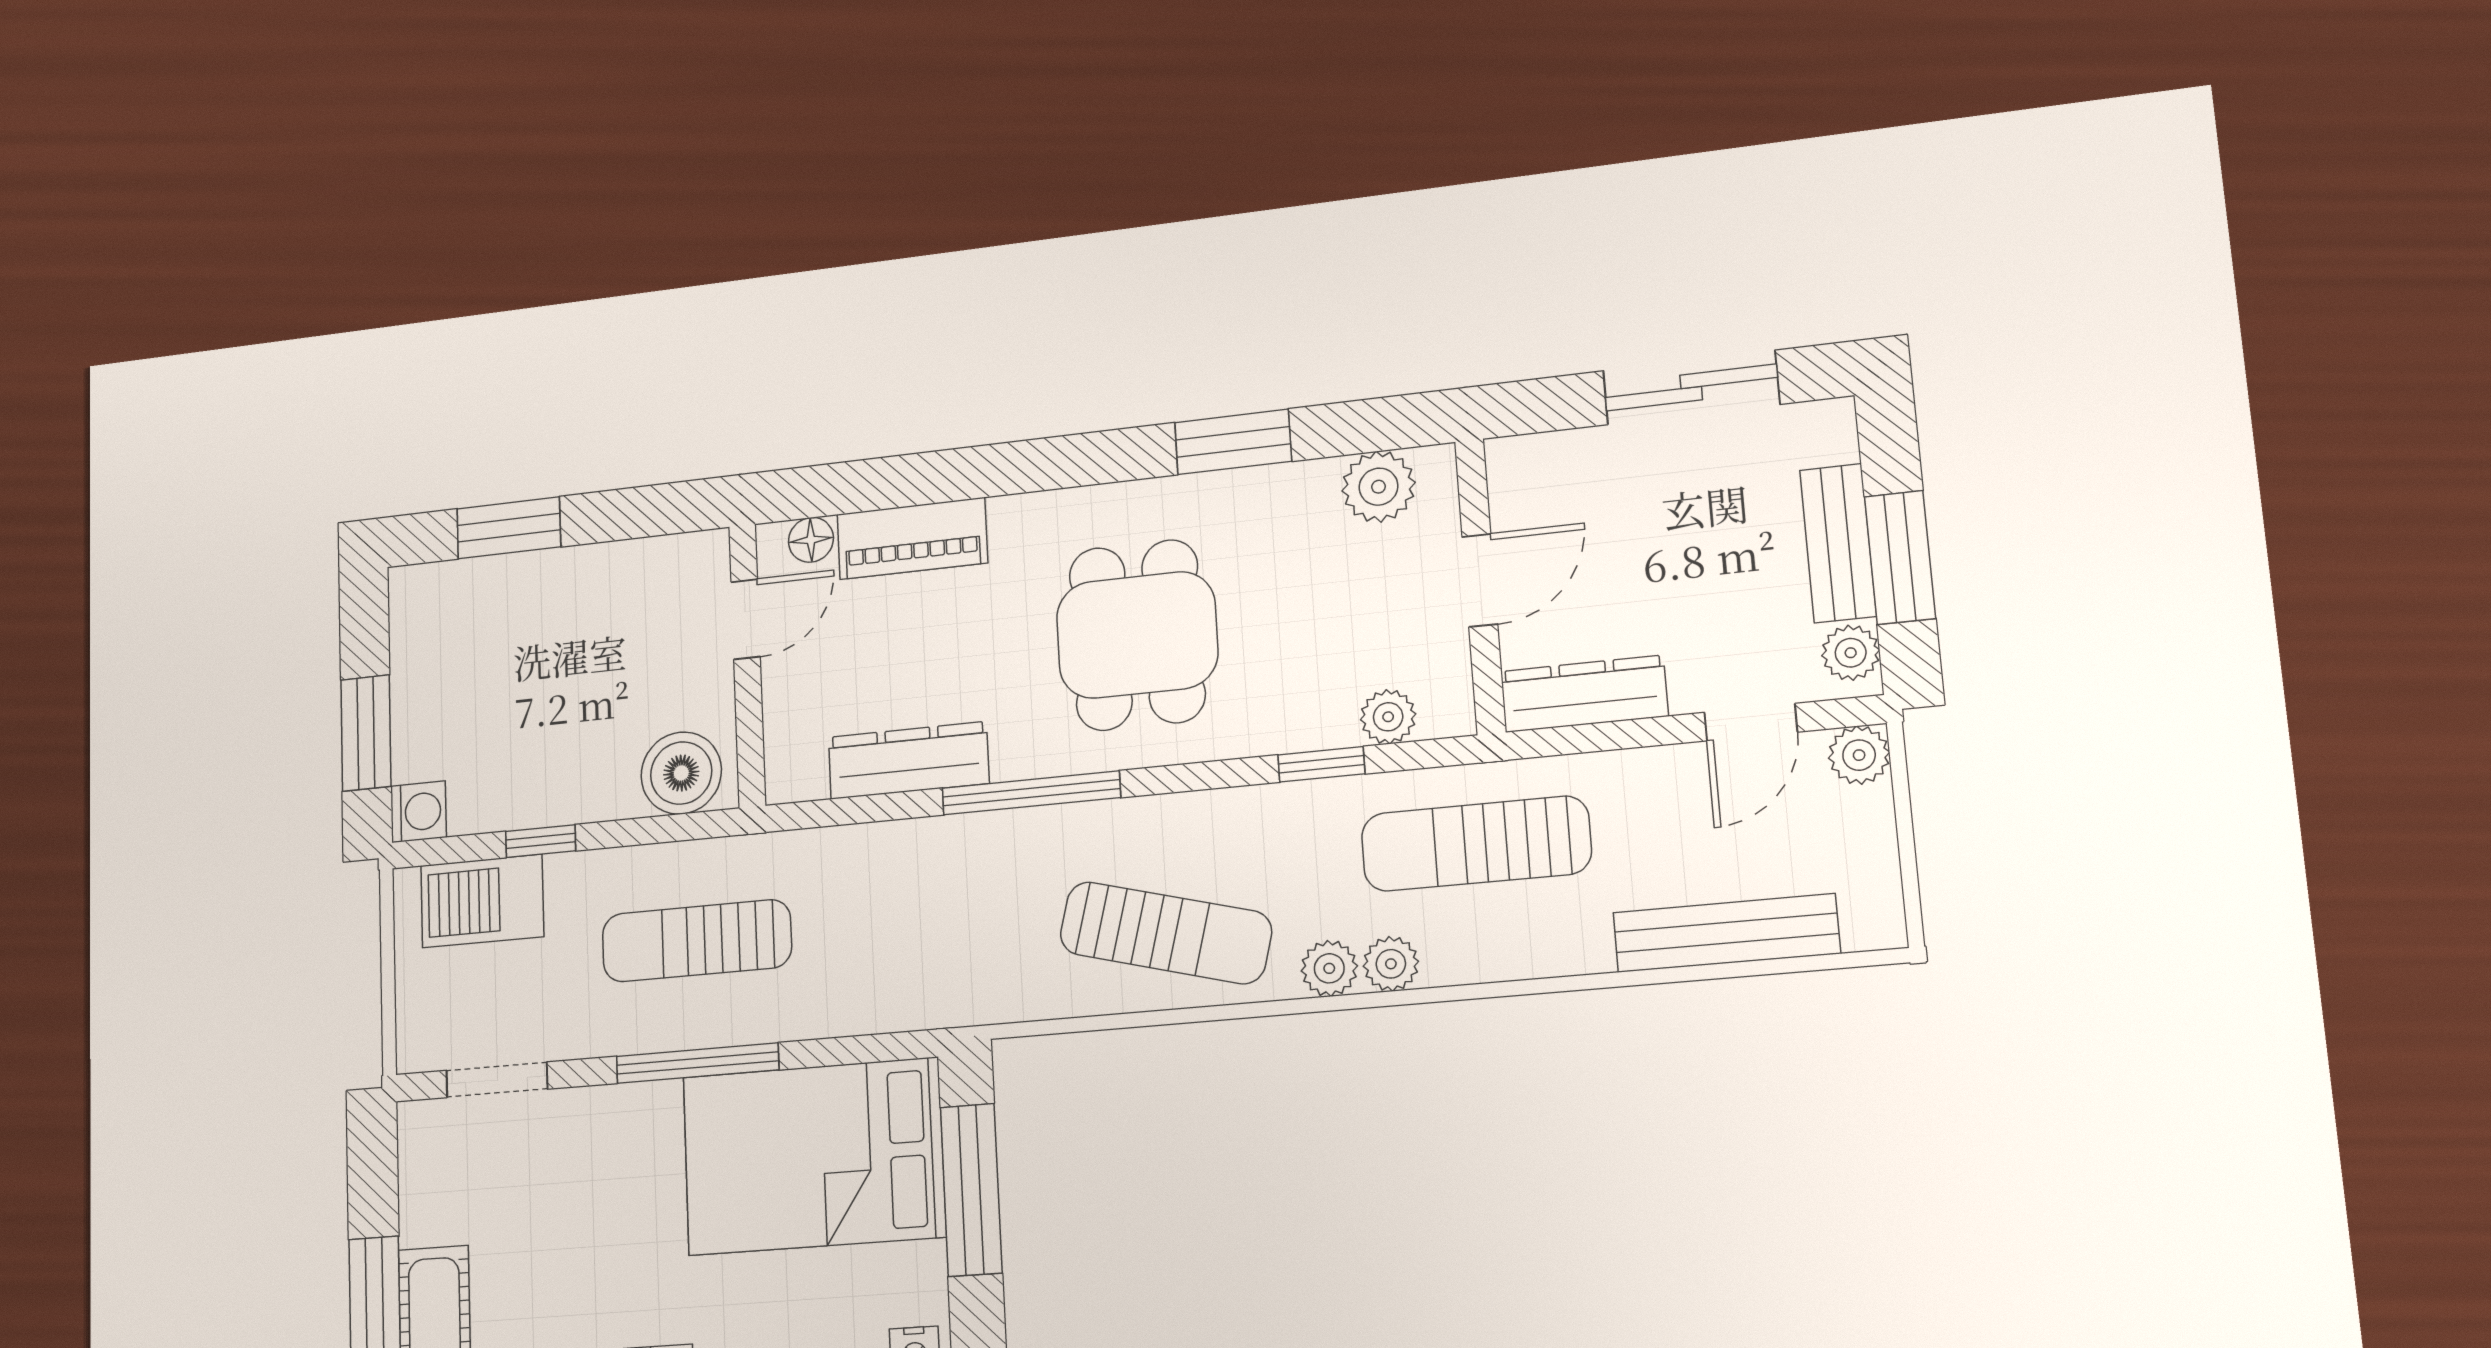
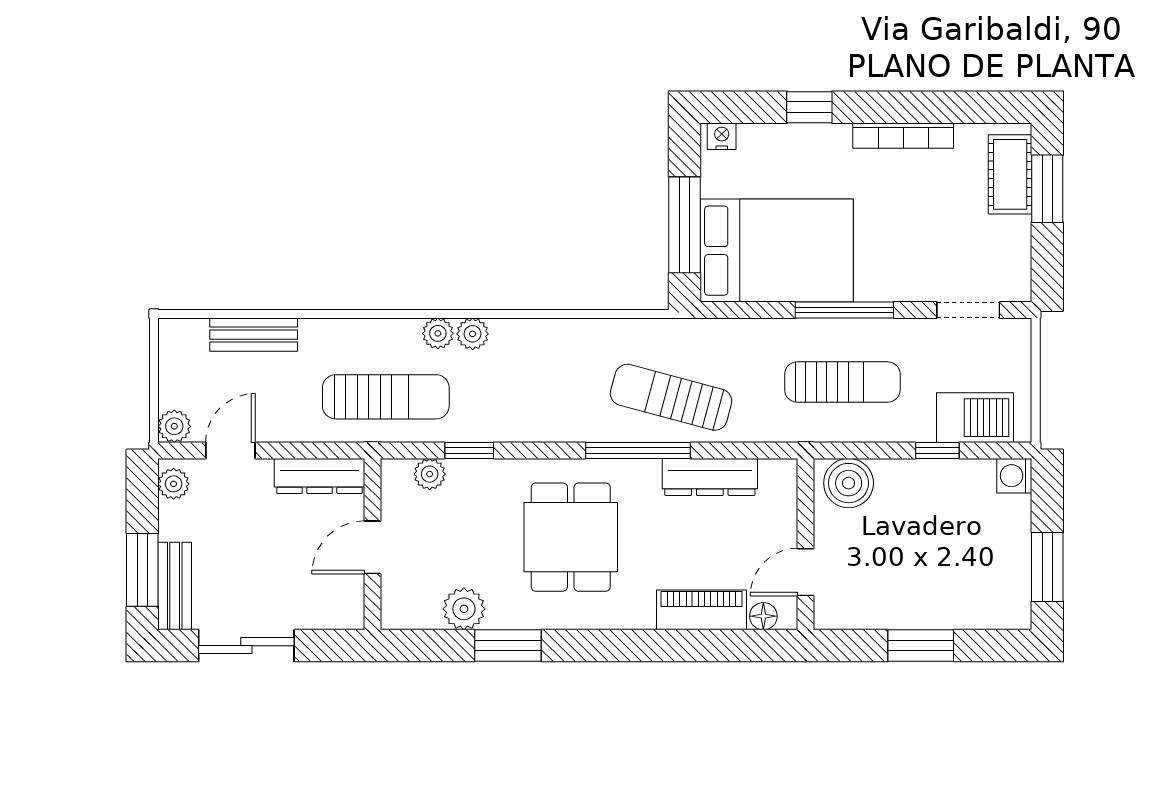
plant: (1379, 487) -> (464, 609), moved
window: (509, 528) -> (921, 646), moved
bench: (1838, 543) -> (175, 586), moved
window: (1900, 557) -> (142, 570), moved
window: (366, 733) -> (1047, 567), moved
sun lounger: (1165, 933) -> (671, 397), moved
bench: (1726, 933) -> (254, 335), width x0.73

